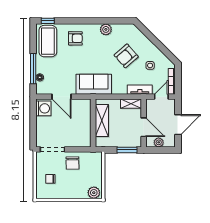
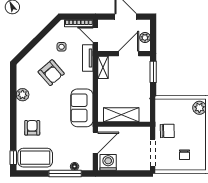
shelving: (102, 121) -> (121, 115), moved
wall: (93, 123) -> (124, 124), moved

